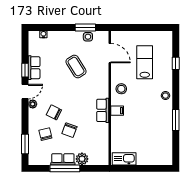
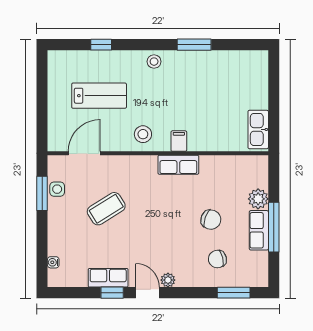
lab bench: (145, 62) -> (99, 96), turned 180
chair: (54, 112) -> (182, 245), removed

